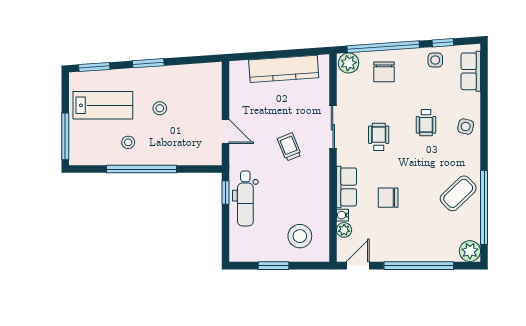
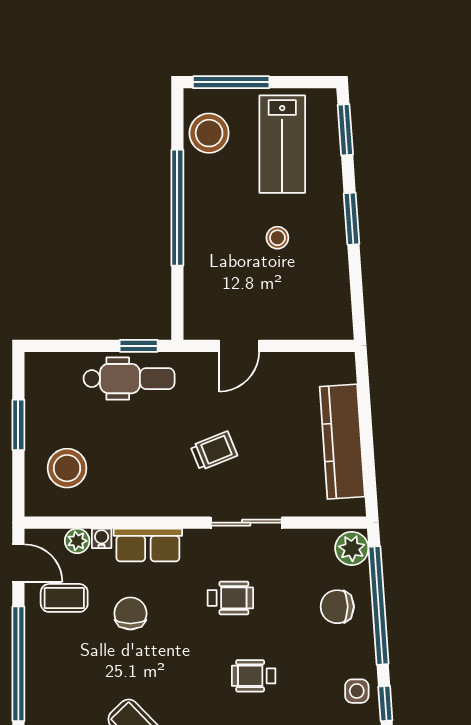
stool: (128, 142) -> (209, 133), moved, width x1.89, depth x1.89
dental chair: (245, 198) -> (129, 379), turned 180
coffee table: (379, 238) -> (64, 598), added

